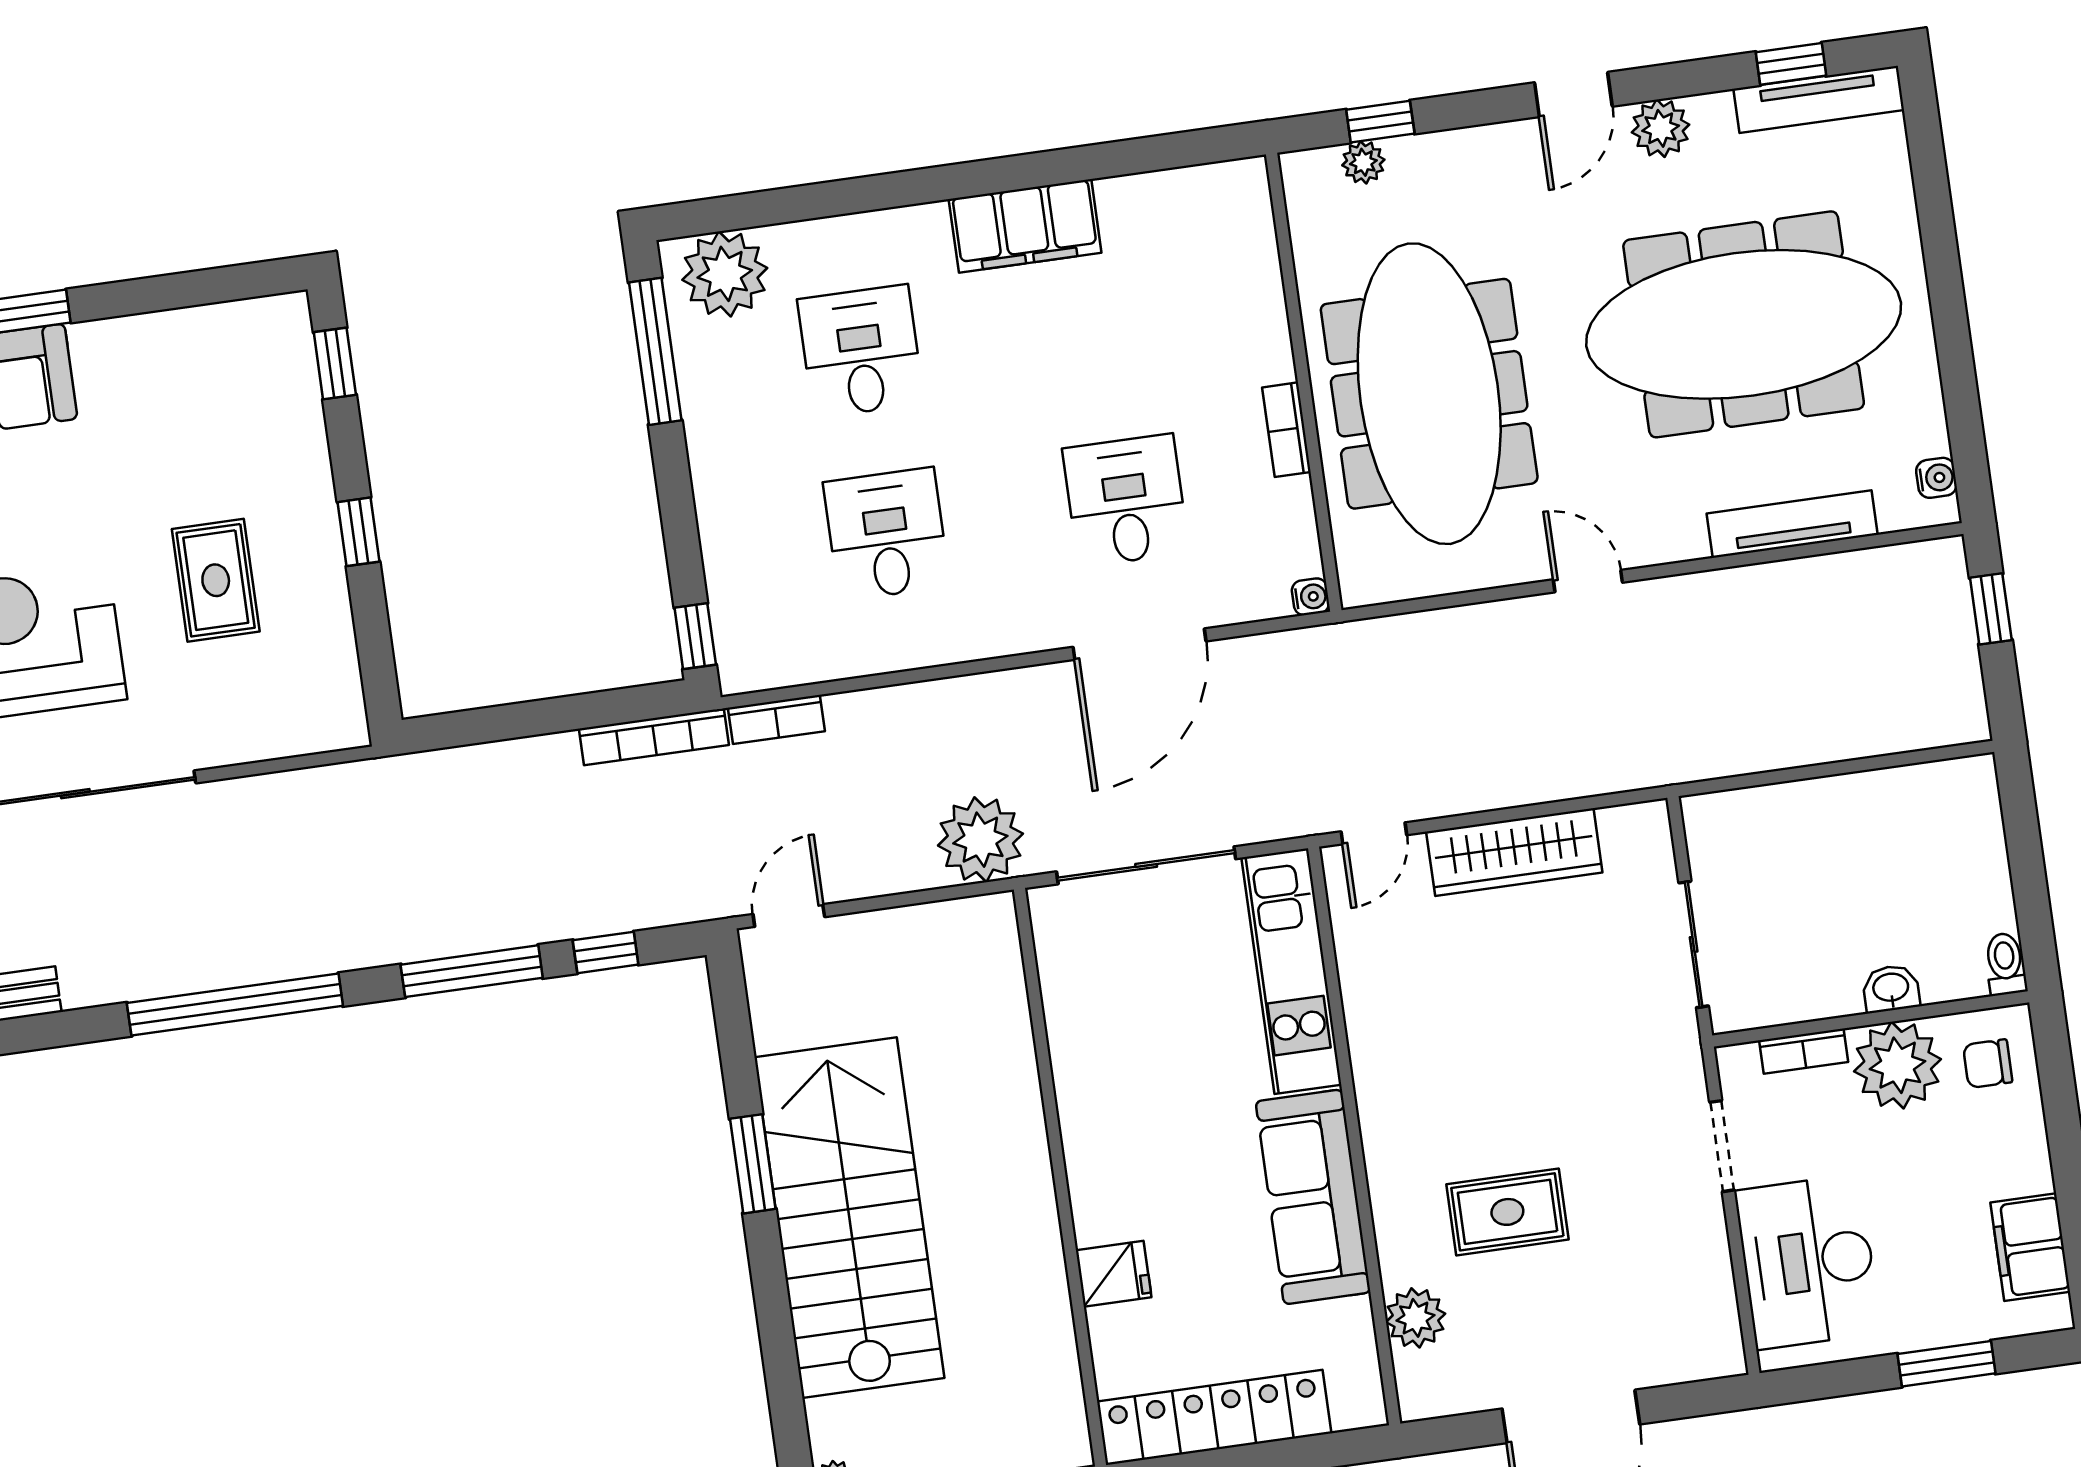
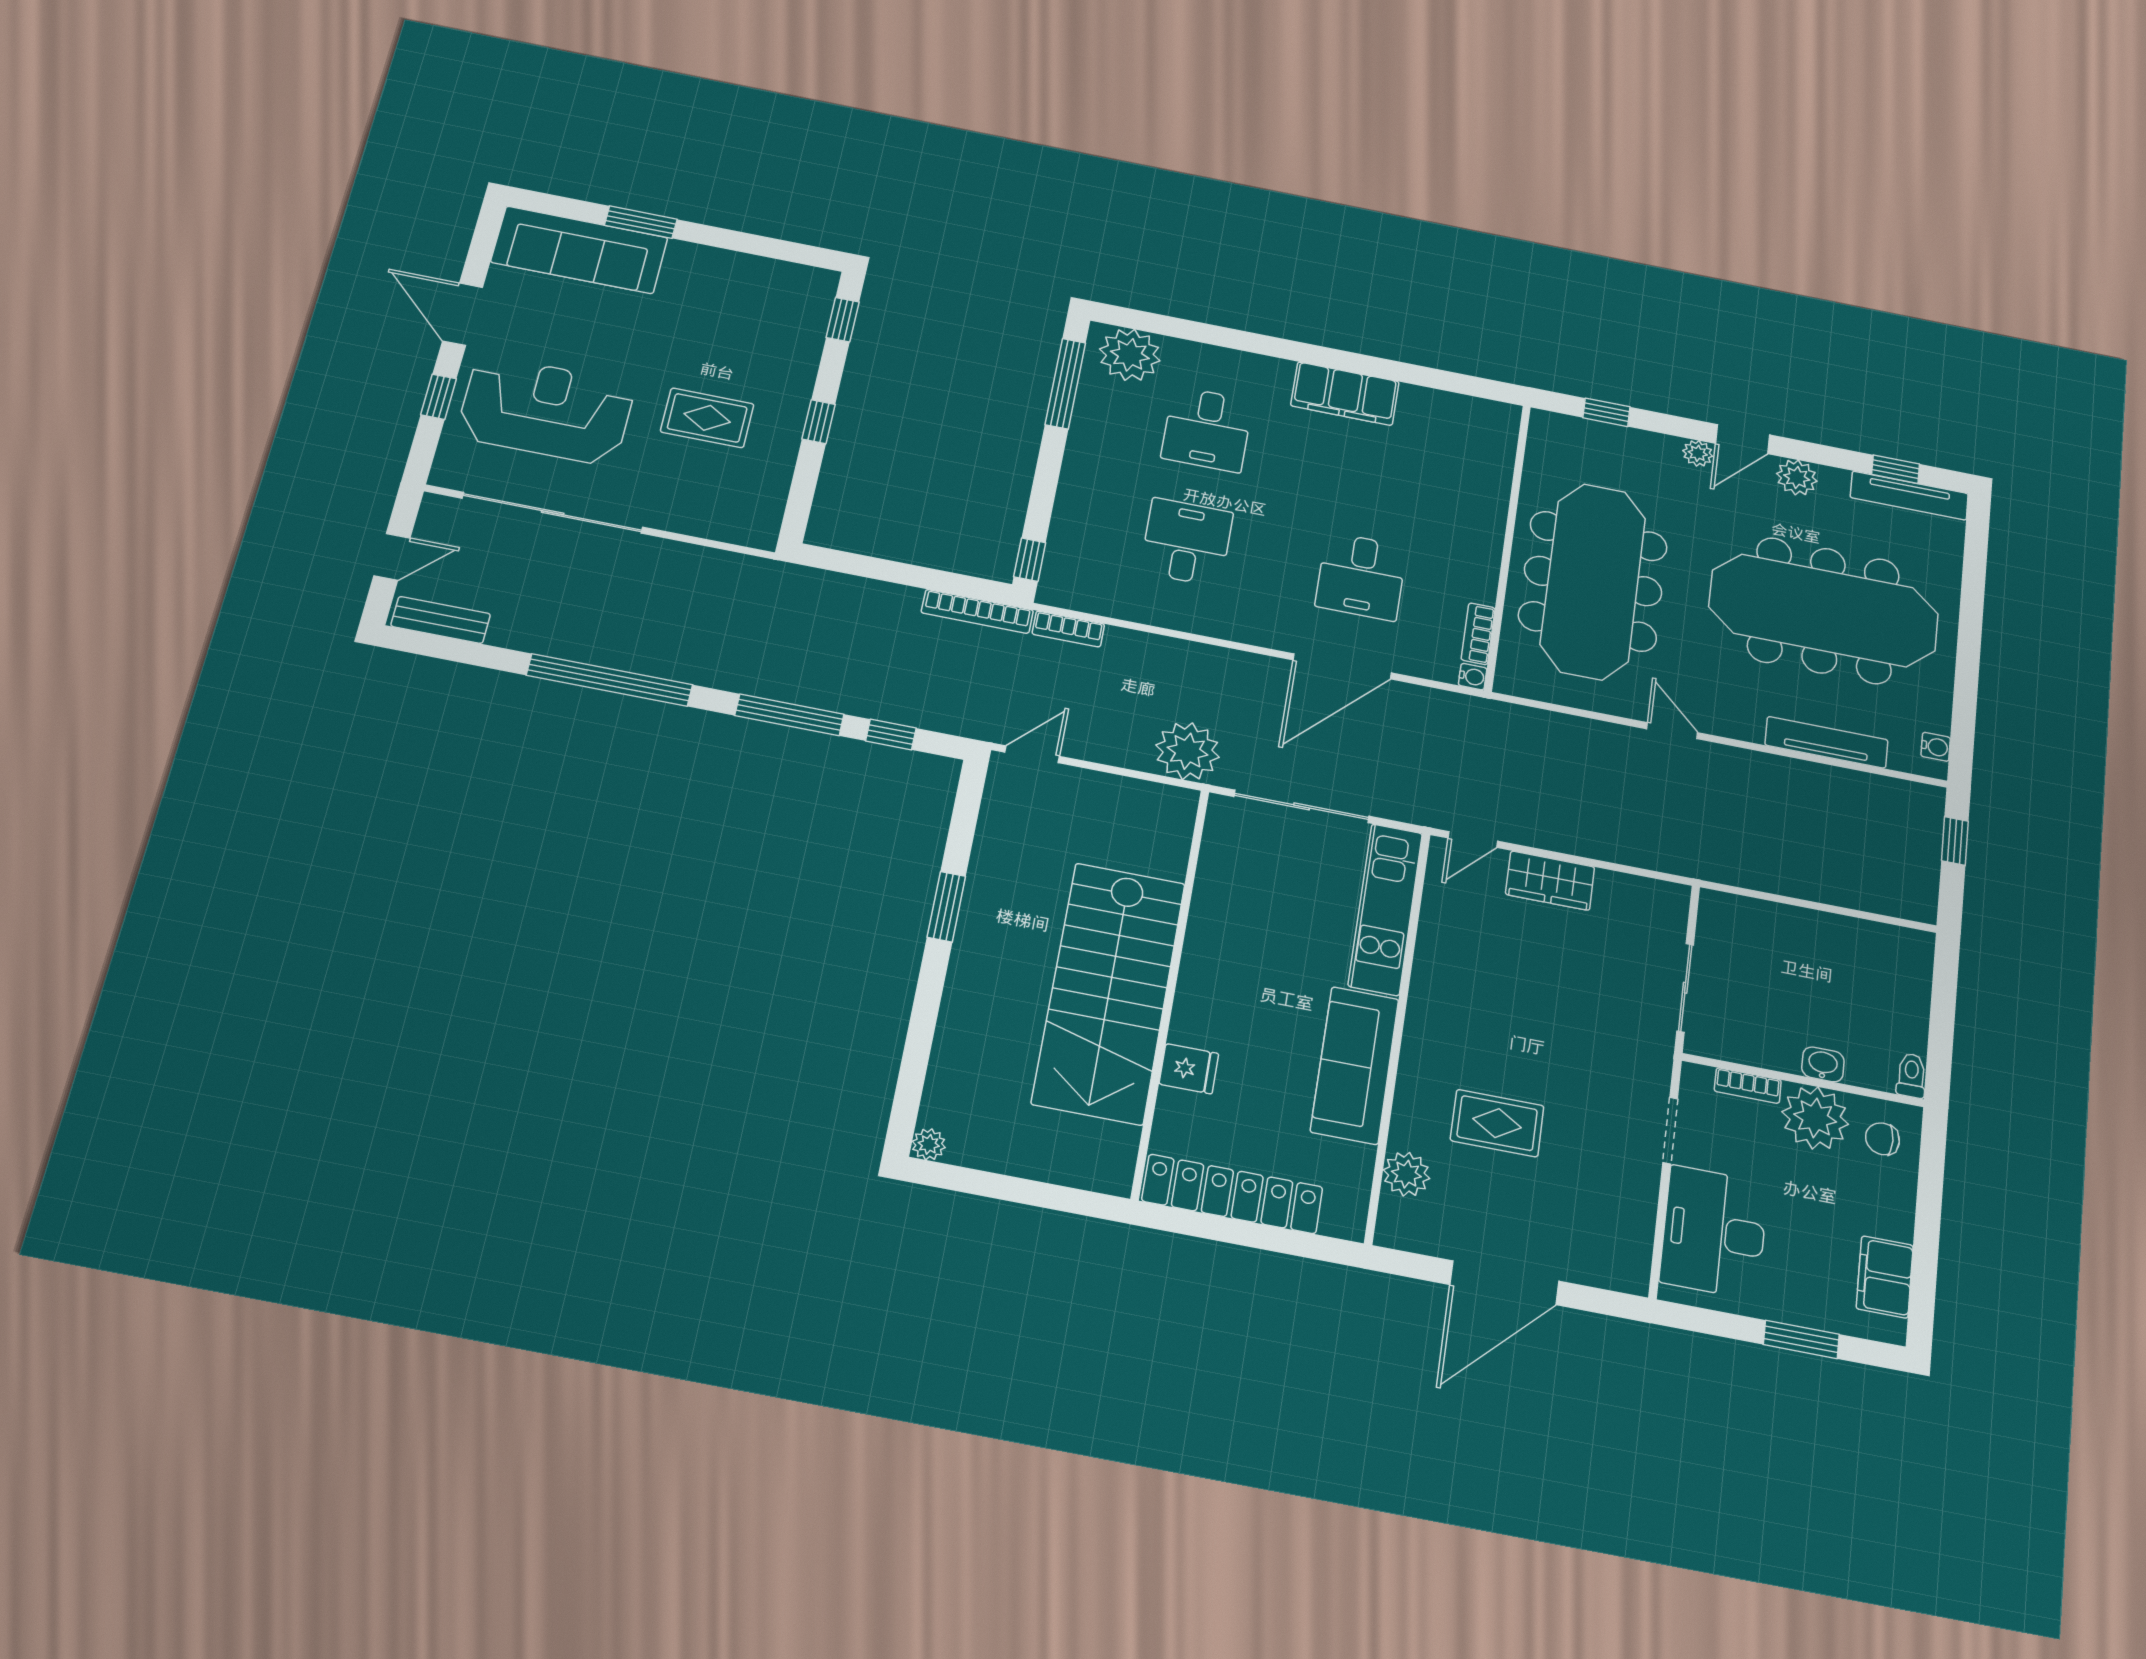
plant: (1363, 162) -> (1698, 453), moved
desk: (861, 351) -> (1207, 429), turned 180
bookcase: (1286, 430) -> (1478, 634), moved
desk: (1126, 500) -> (1361, 576), turned 180
rug: (216, 580) -> (707, 418), turned 90
wardrobe: (1514, 852) -> (1550, 881), width x0.67
stairs: (849, 1218) -> (1109, 992), moved, turned 180

